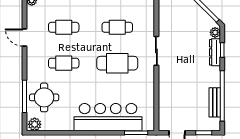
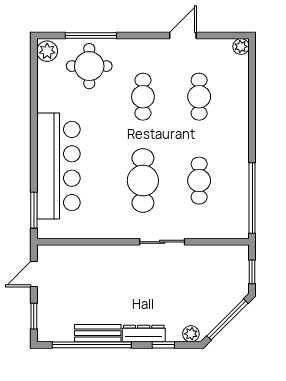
dresser: (215, 52) -> (144, 334), moved
bench: (215, 102) -> (98, 333), moved

